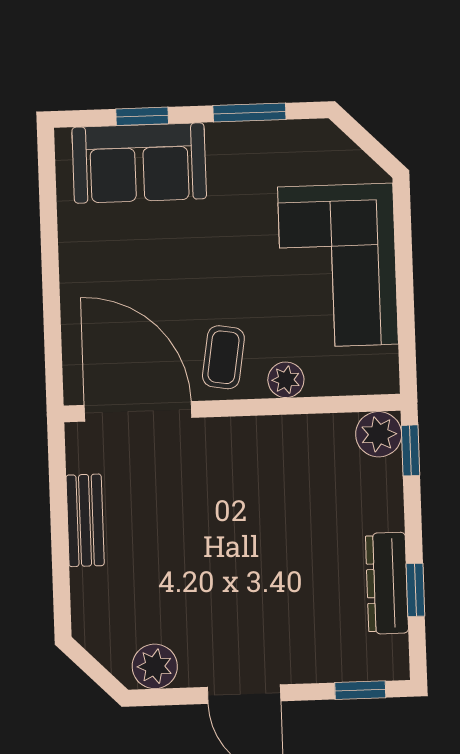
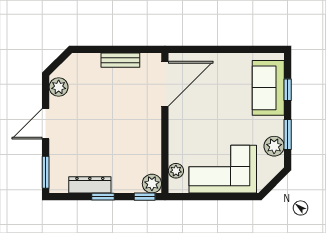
plant: (279, 144) -> (274, 146), added
coffee table: (223, 357) -> (186, 120), removed
plant: (286, 380) -> (176, 171), moved
window: (415, 590) -> (103, 197), moved
window: (360, 690) -> (46, 172), width x1.50

